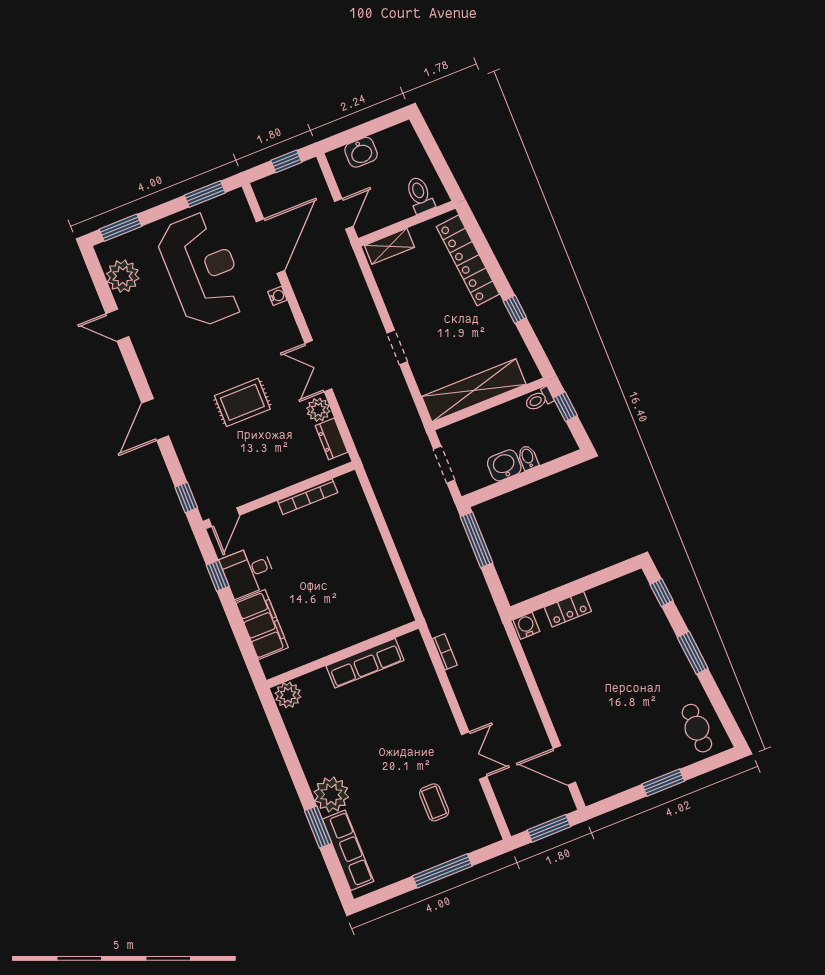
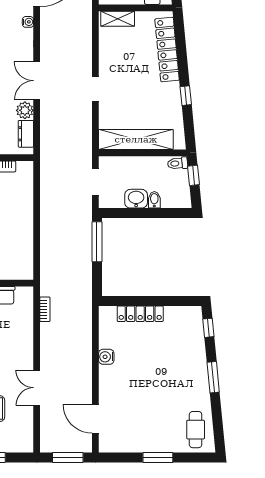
locker: (568, 609) -> (140, 314), width x1.53
water cooler: (526, 626) -> (106, 357), moved, turned -90
double door: (474, 756) -> (37, 388), swing flipped

